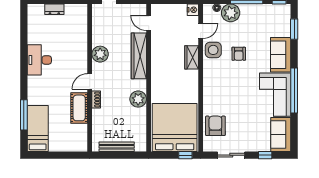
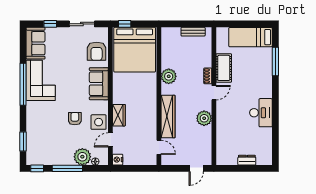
sofa: (281, 55) -> (99, 84), moved, turned 180
bed: (38, 129) -> (251, 37), moved, turned 90
bench: (117, 147) -> (193, 32), width x0.73

